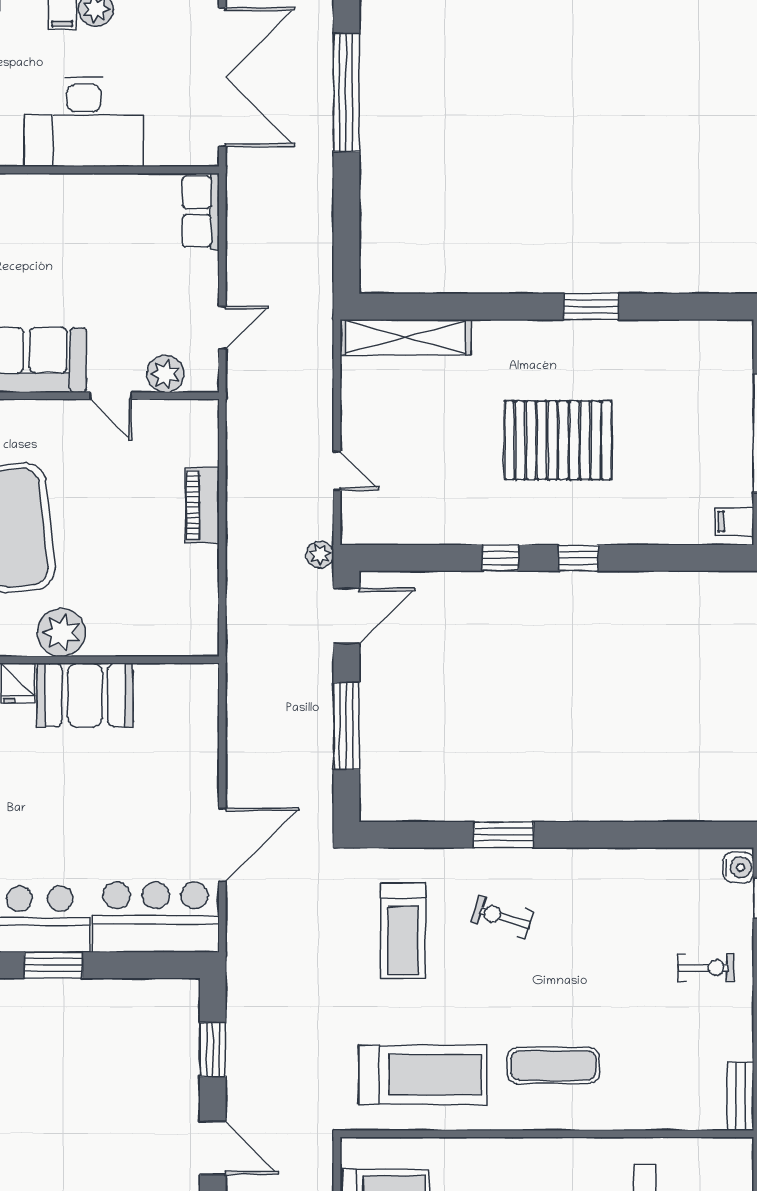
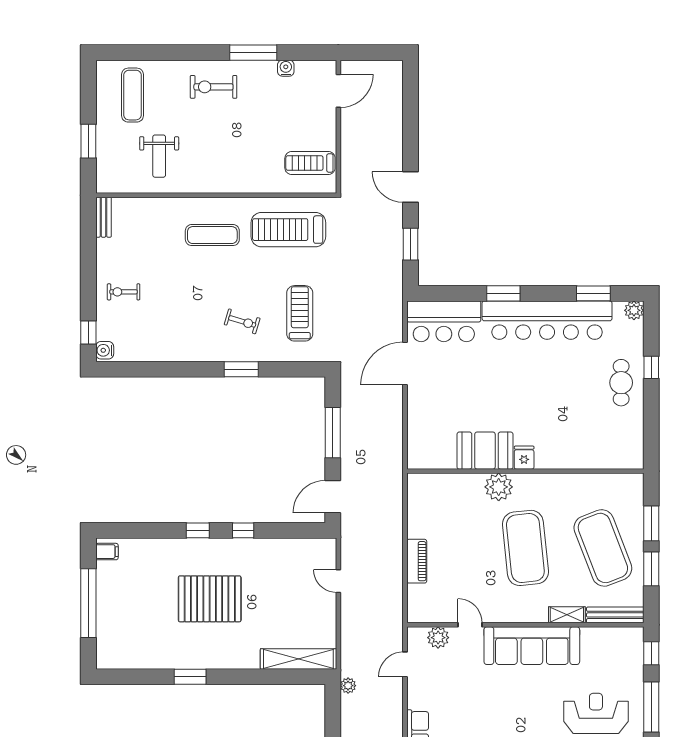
plant: (320, 554) -> (348, 686), moved

